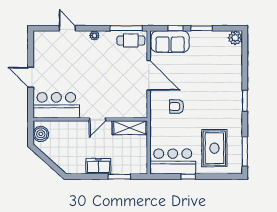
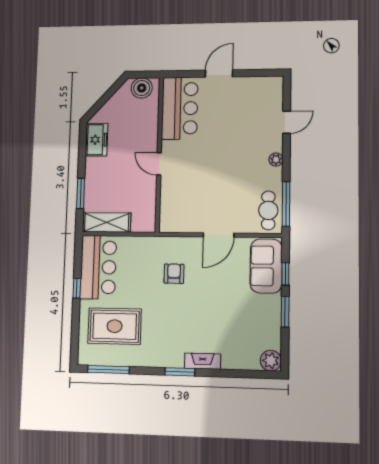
door: (149, 75) -> (219, 235), width x0.73
fireplace: (237, 85) -> (203, 361), added
shelving: (130, 128) -> (107, 222), moved, turned 90
freezer: (98, 166) -> (97, 140), moved

